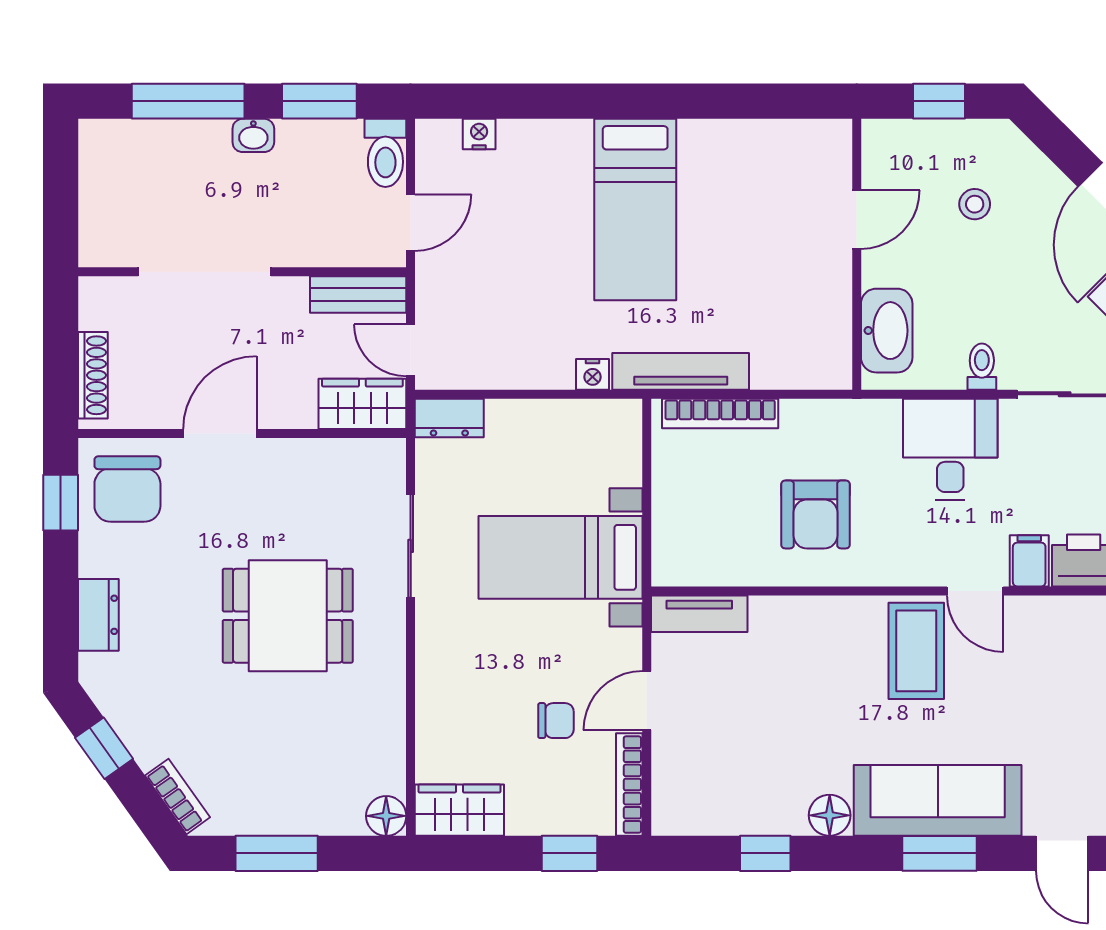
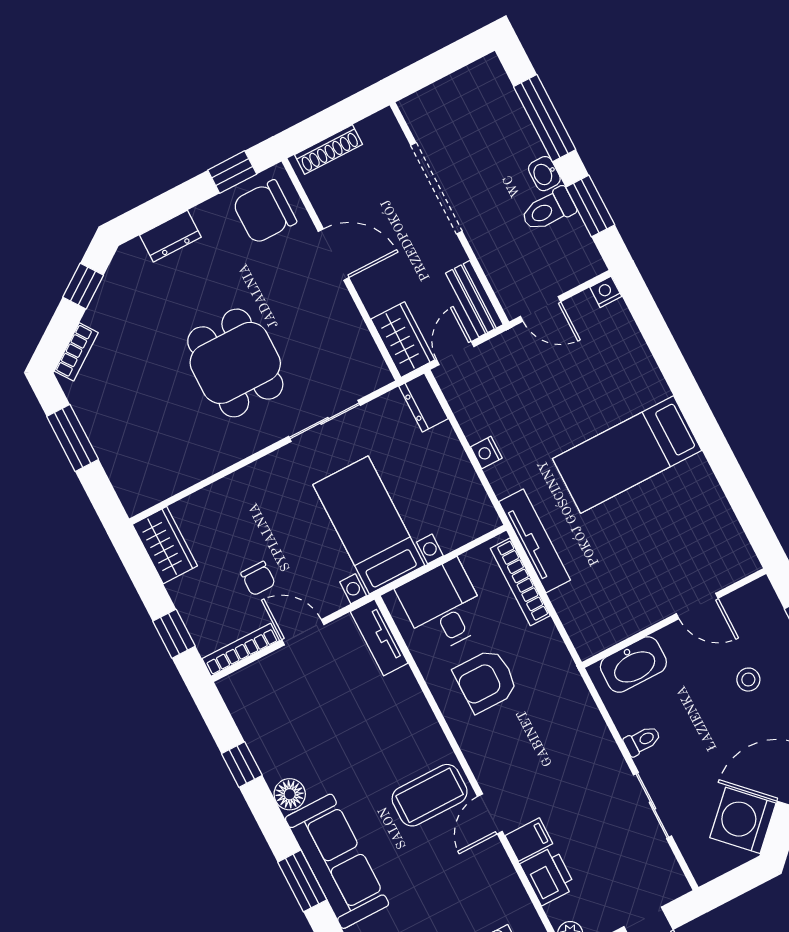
nightstand: (479, 134) -> (606, 292), moved, turned -90
toilet: (385, 153) -> (548, 210), moved
nightstand: (593, 374) -> (486, 452), moved
desk: (950, 449) -> (443, 607), moved, turned -90
floor lamp: (386, 816) -> (136, 498), removed

